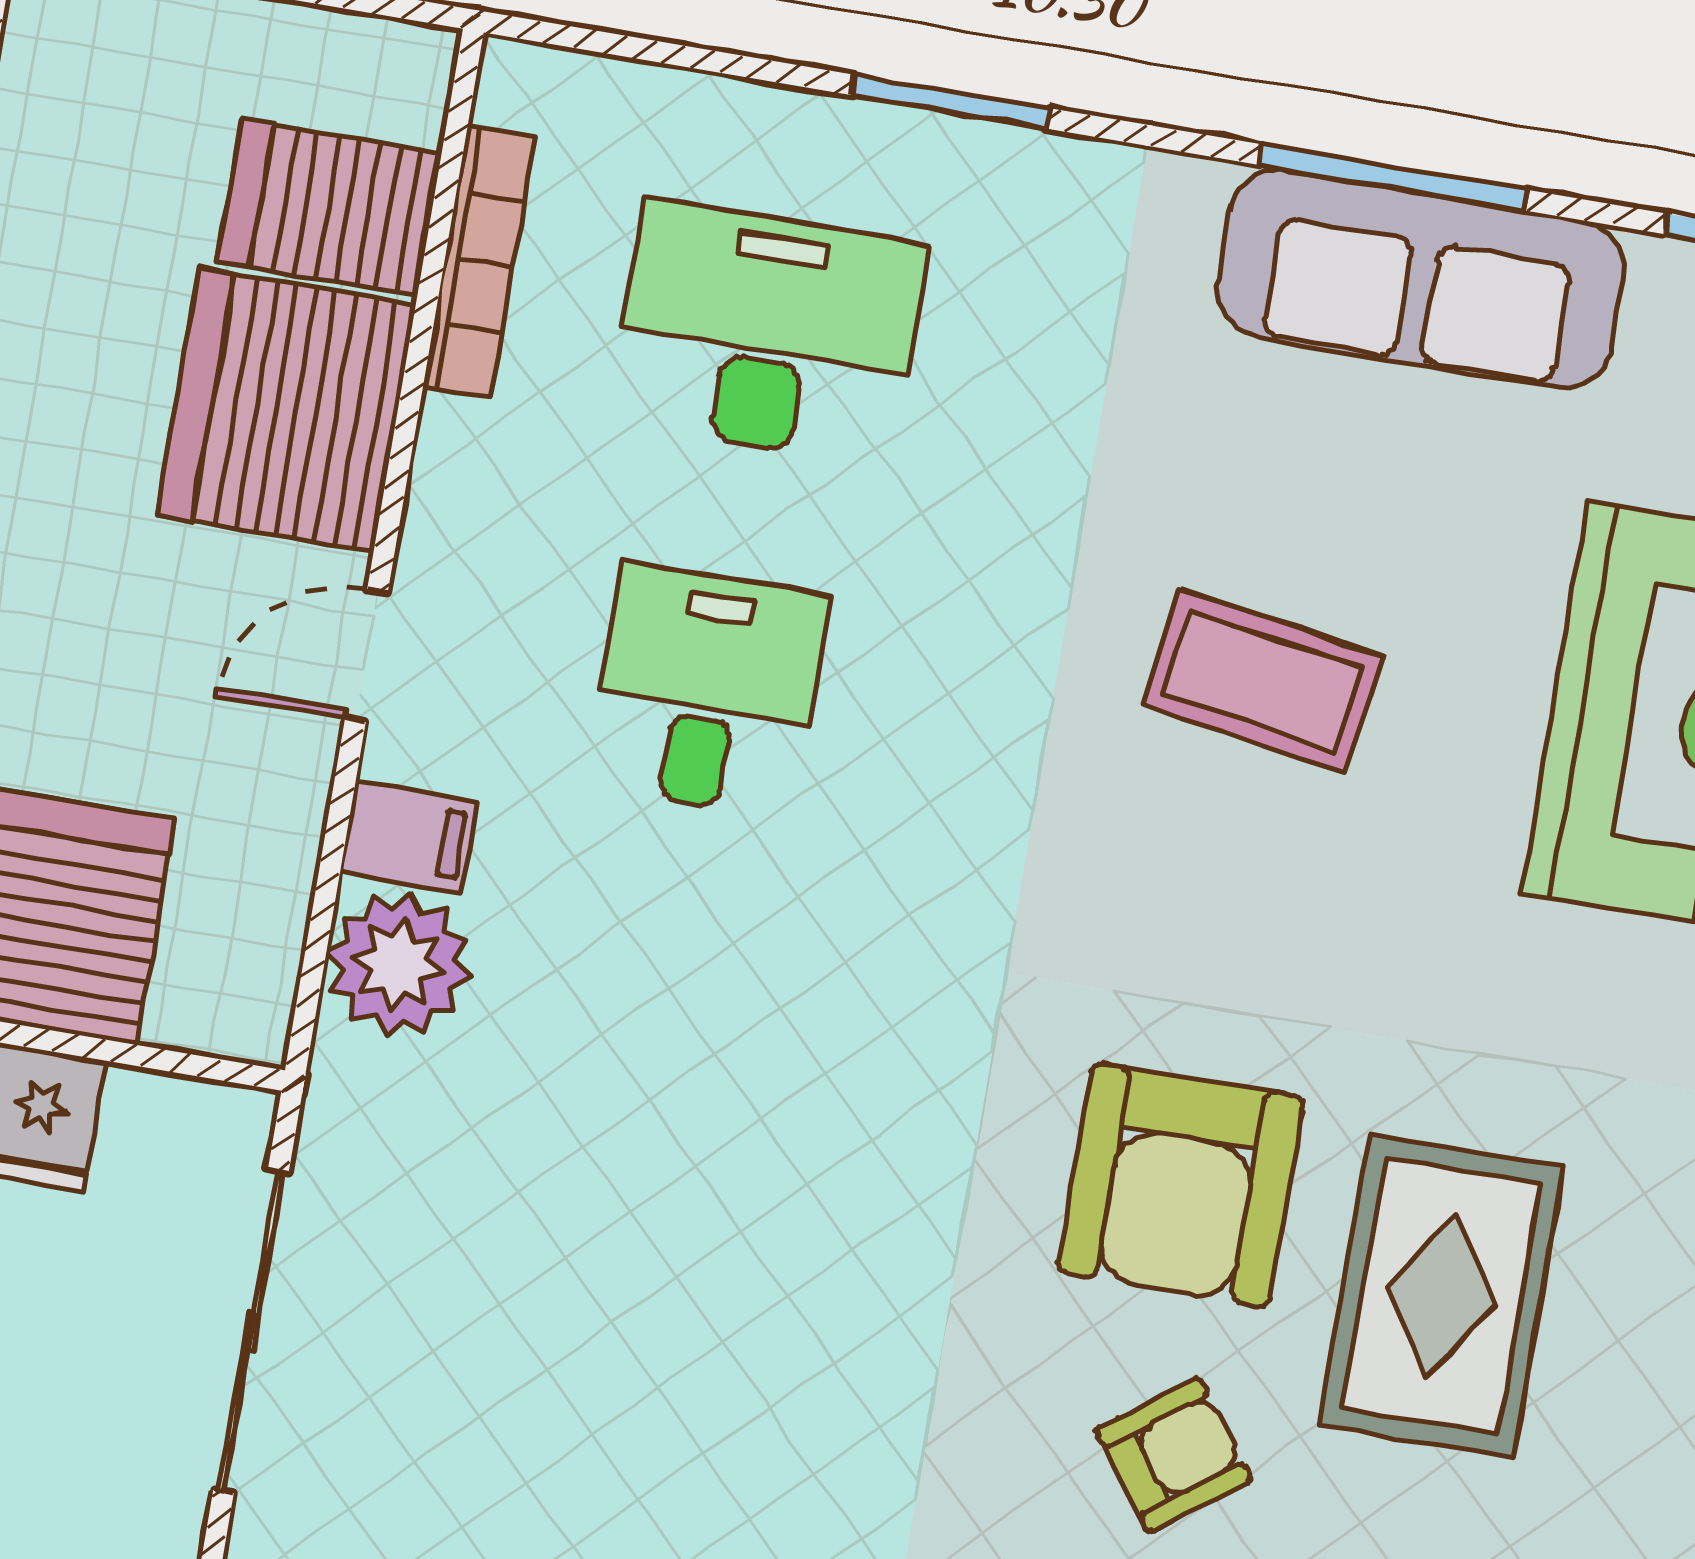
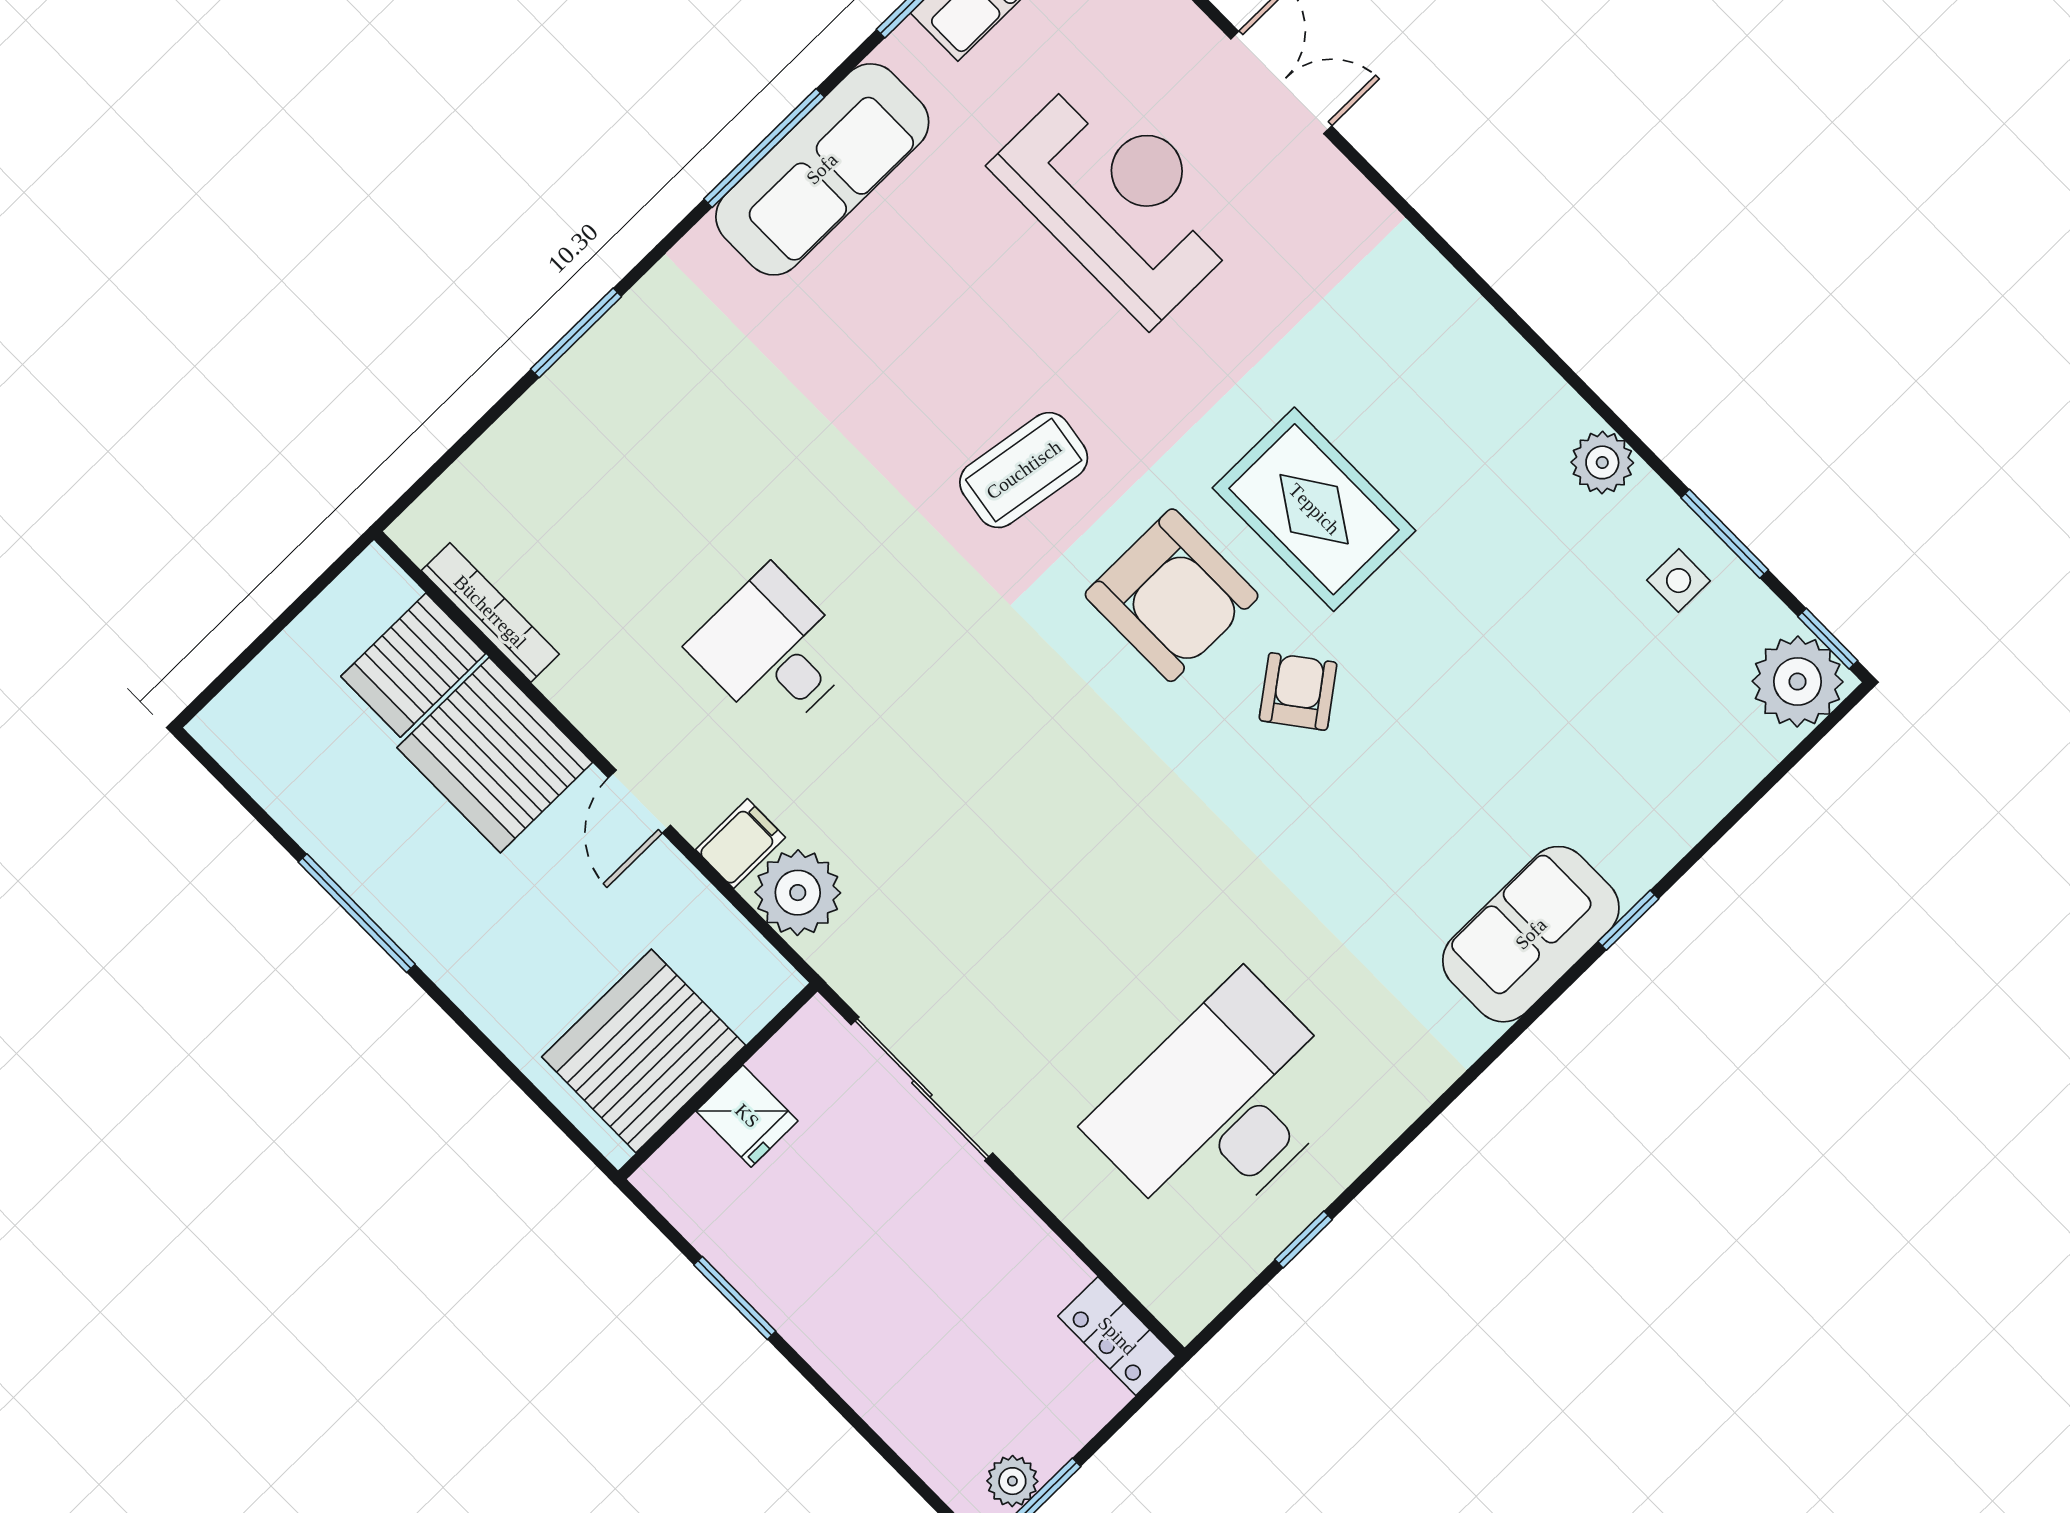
desk: (768, 333) -> (624, 499), removed
coffee table: (1262, 681) -> (1024, 470), moved

